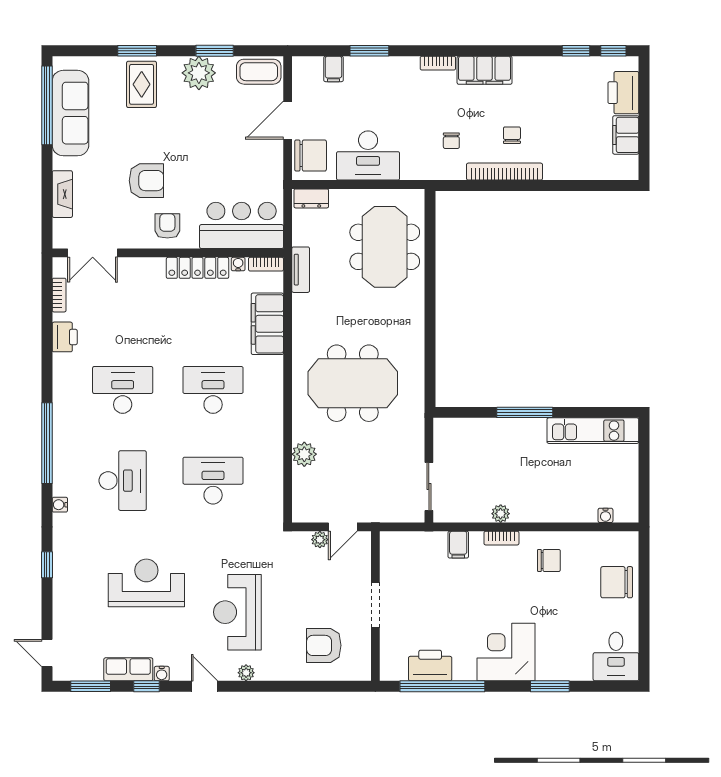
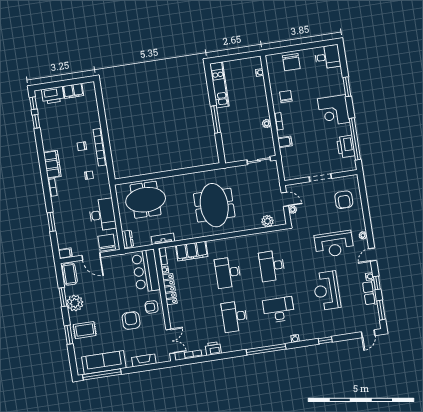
filing cabinet: (333, 69) -> (65, 253), moved
plant: (304, 454) -> (267, 221), moved

